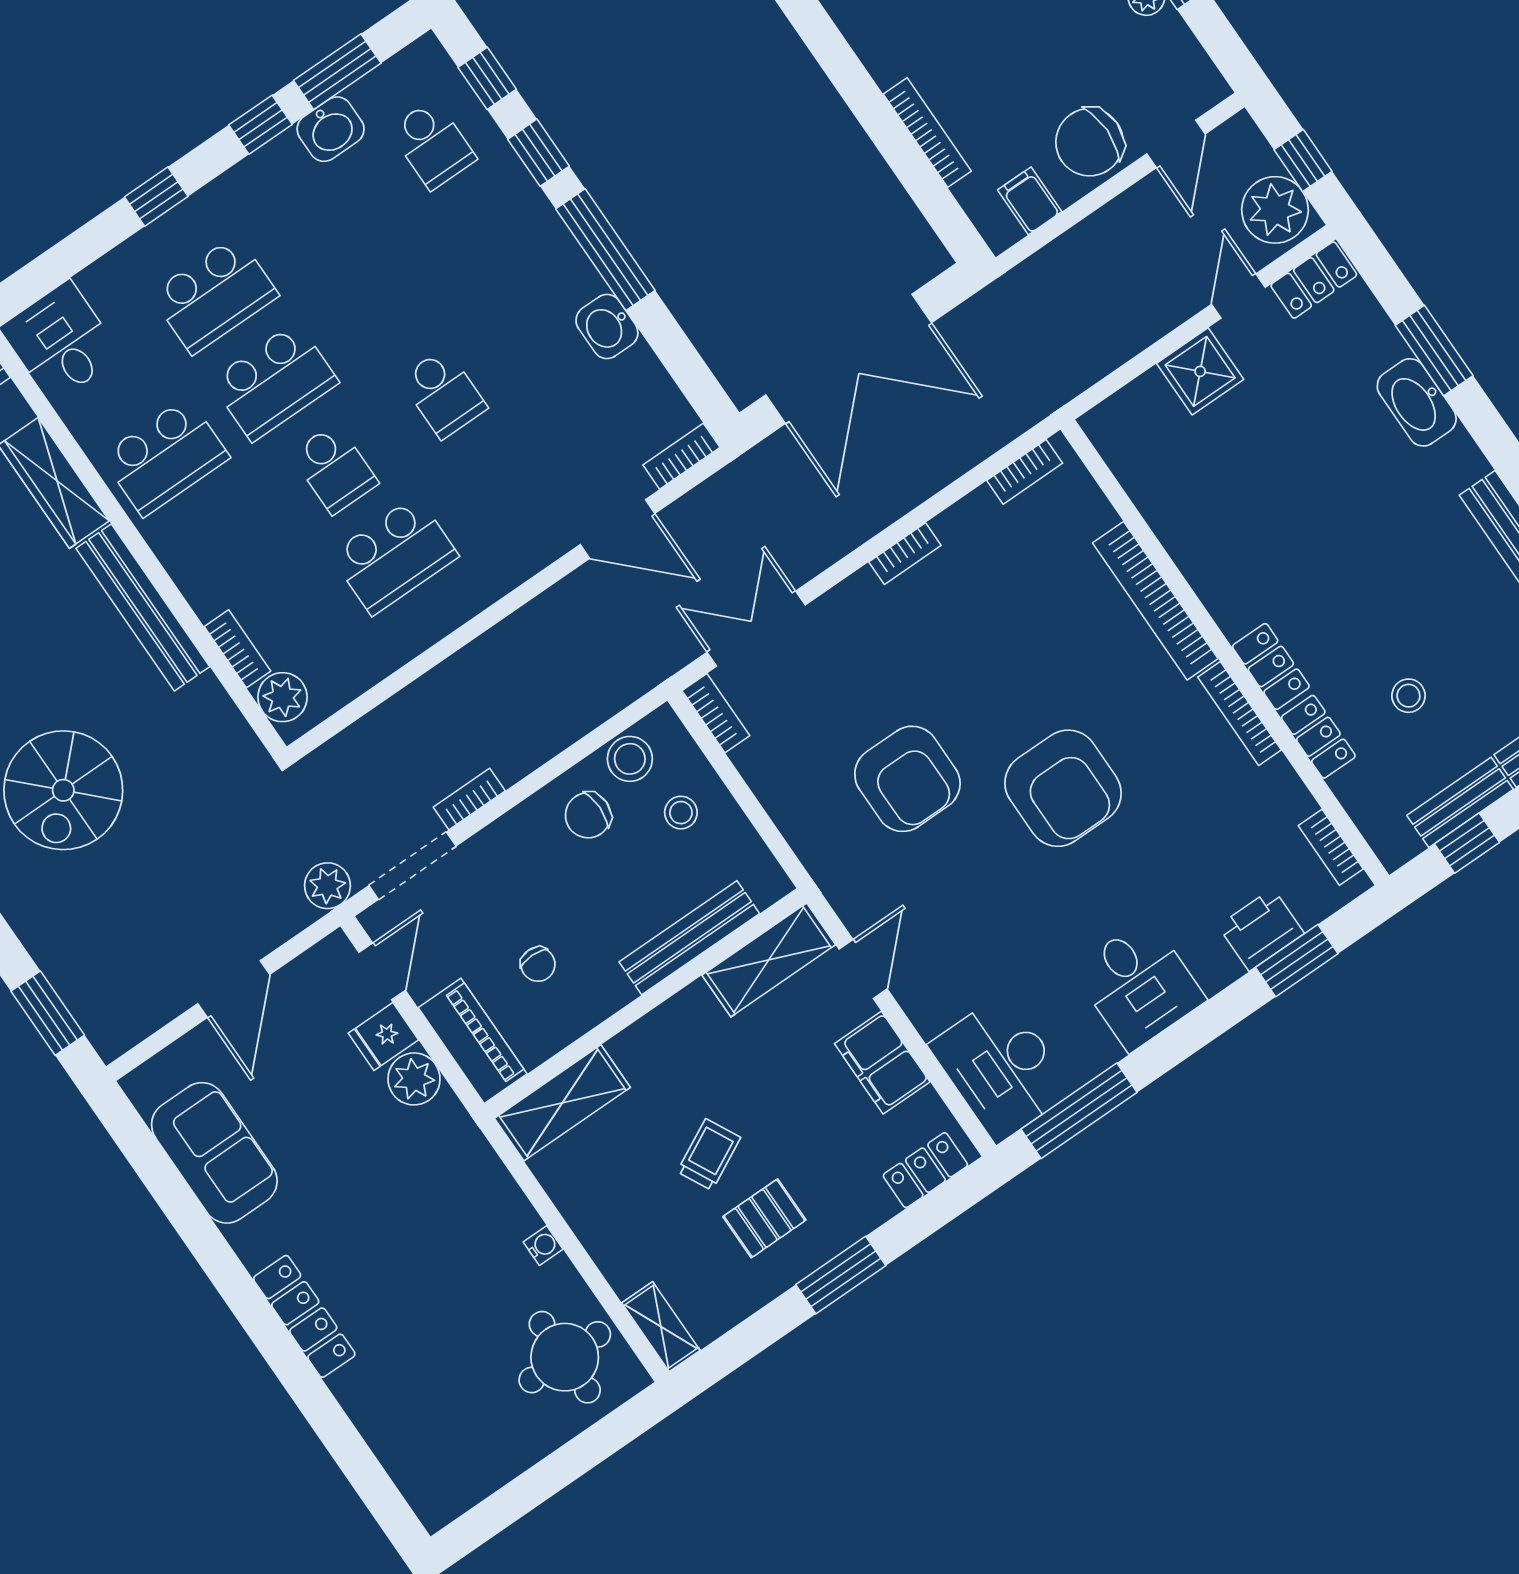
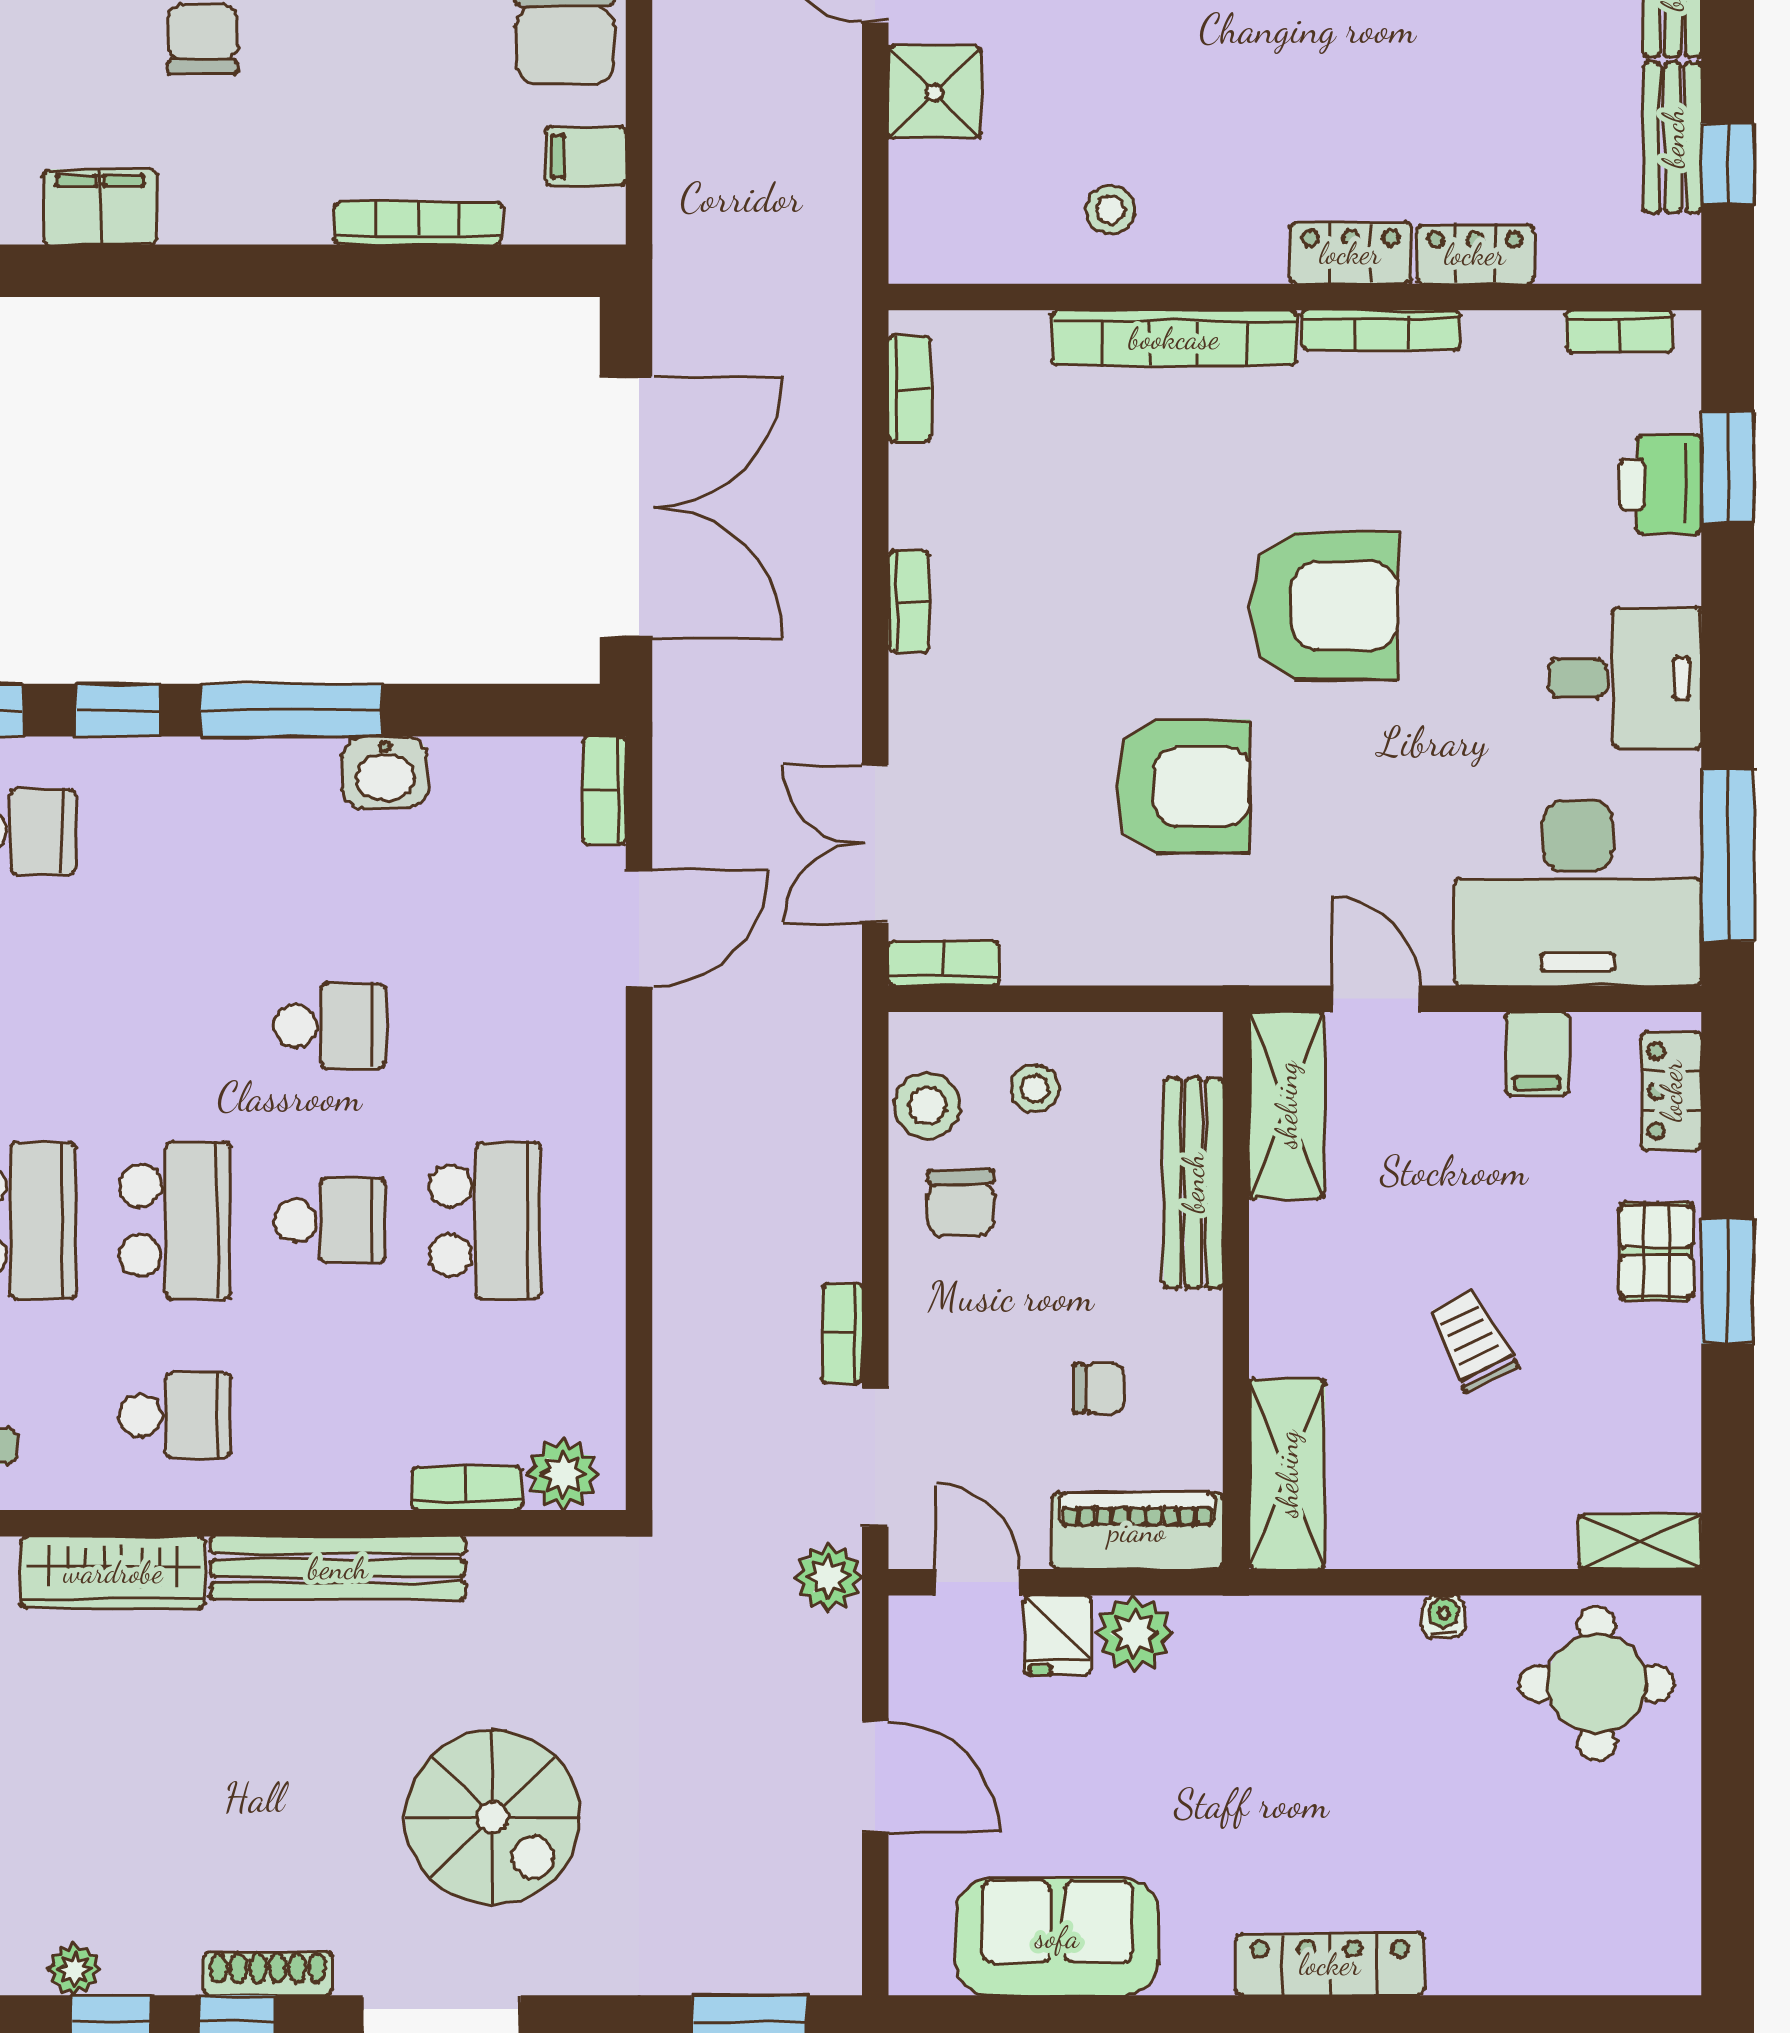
school desk: (165, 457) -> (175, 1415), width x0.54
stool: (1408, 696) -> (1110, 210), moved
filing cabinet: (882, 1063) -> (1537, 1054), width x0.50
desk: (1001, 1068) -> (1578, 893), width x1.36, depth x1.30
pallet: (764, 1218) -> (1656, 1251), moved

